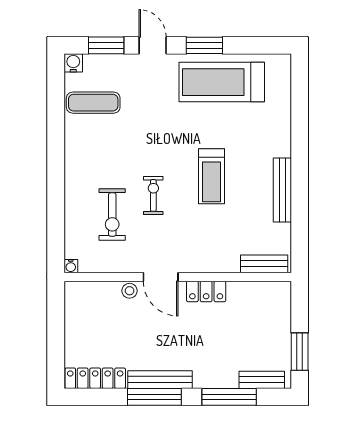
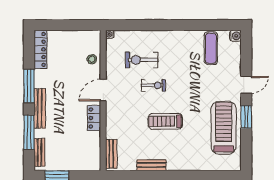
window: (106, 45) -> (246, 56), removed
bench: (282, 190) -> (151, 165), width x0.73
stool: (130, 291) -> (92, 59), moved
bench: (160, 380) -> (40, 108), moved

